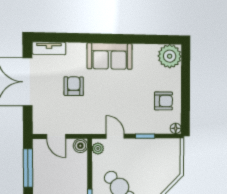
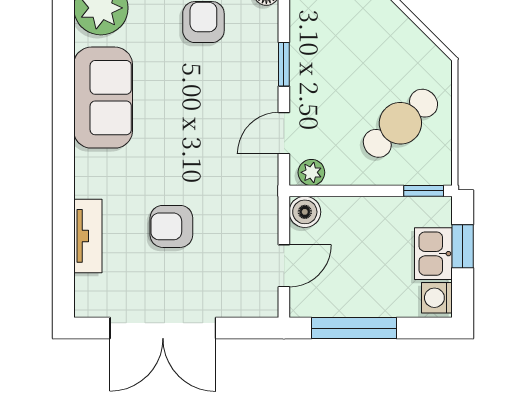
tv unit: (49, 48) -> (88, 236), moved
sofa: (110, 56) -> (103, 98), moved

